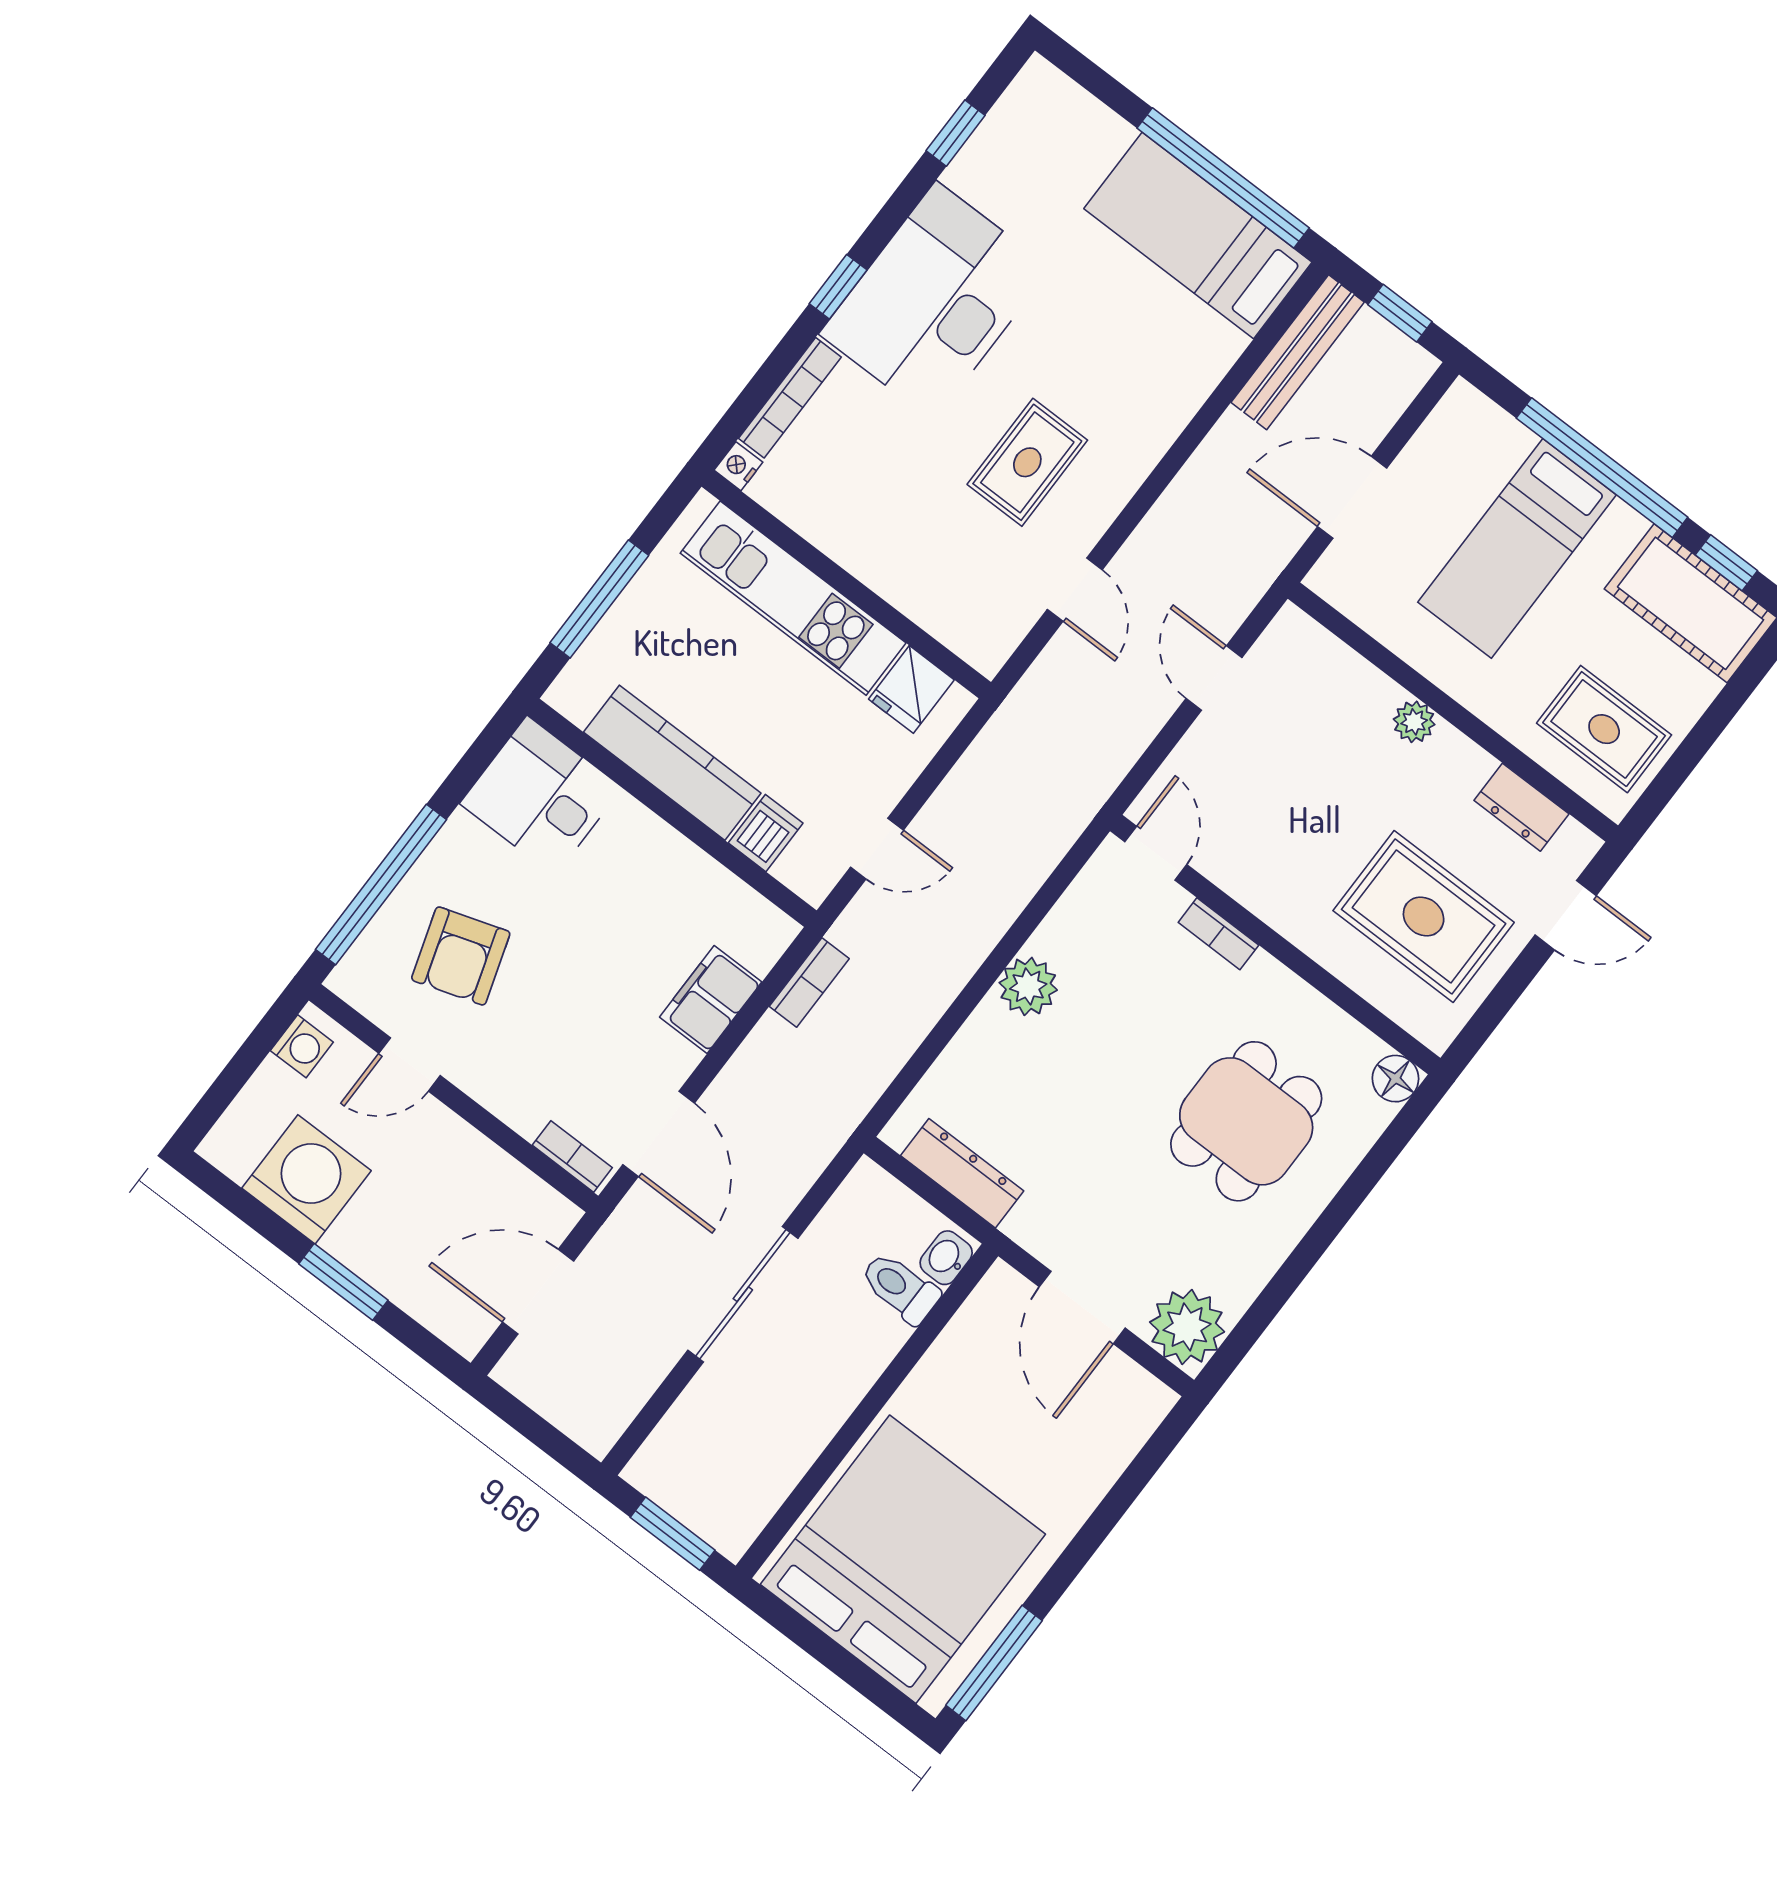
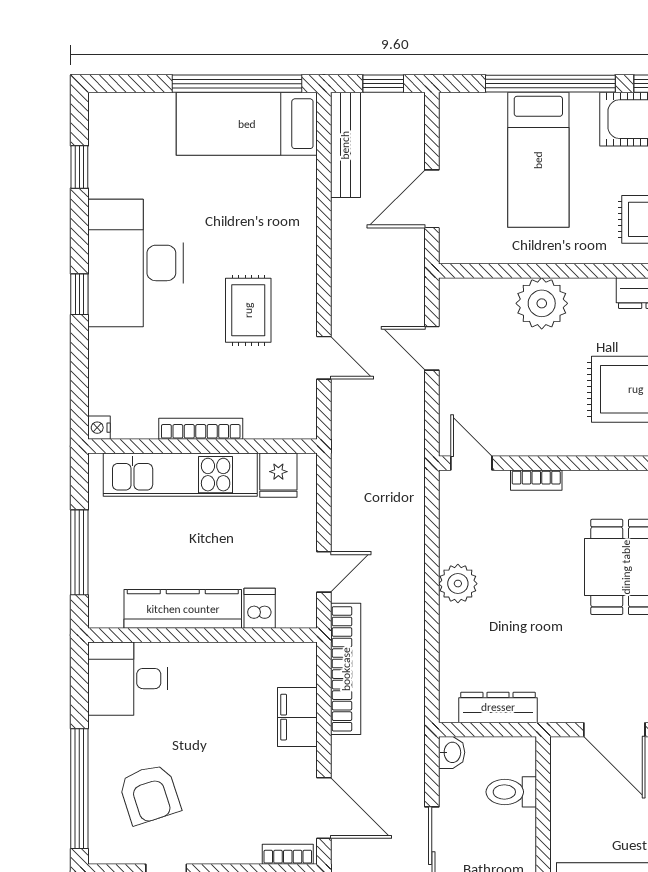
bookcase: (790, 398) -> (201, 429), moved, turned -90
plant: (1414, 722) -> (542, 303), width x1.87, depth x1.87
bookcase: (809, 982) -> (346, 669), width x2.31, depth x1.31
washbasin: (946, 1258) -> (452, 752), moved, turned 180

